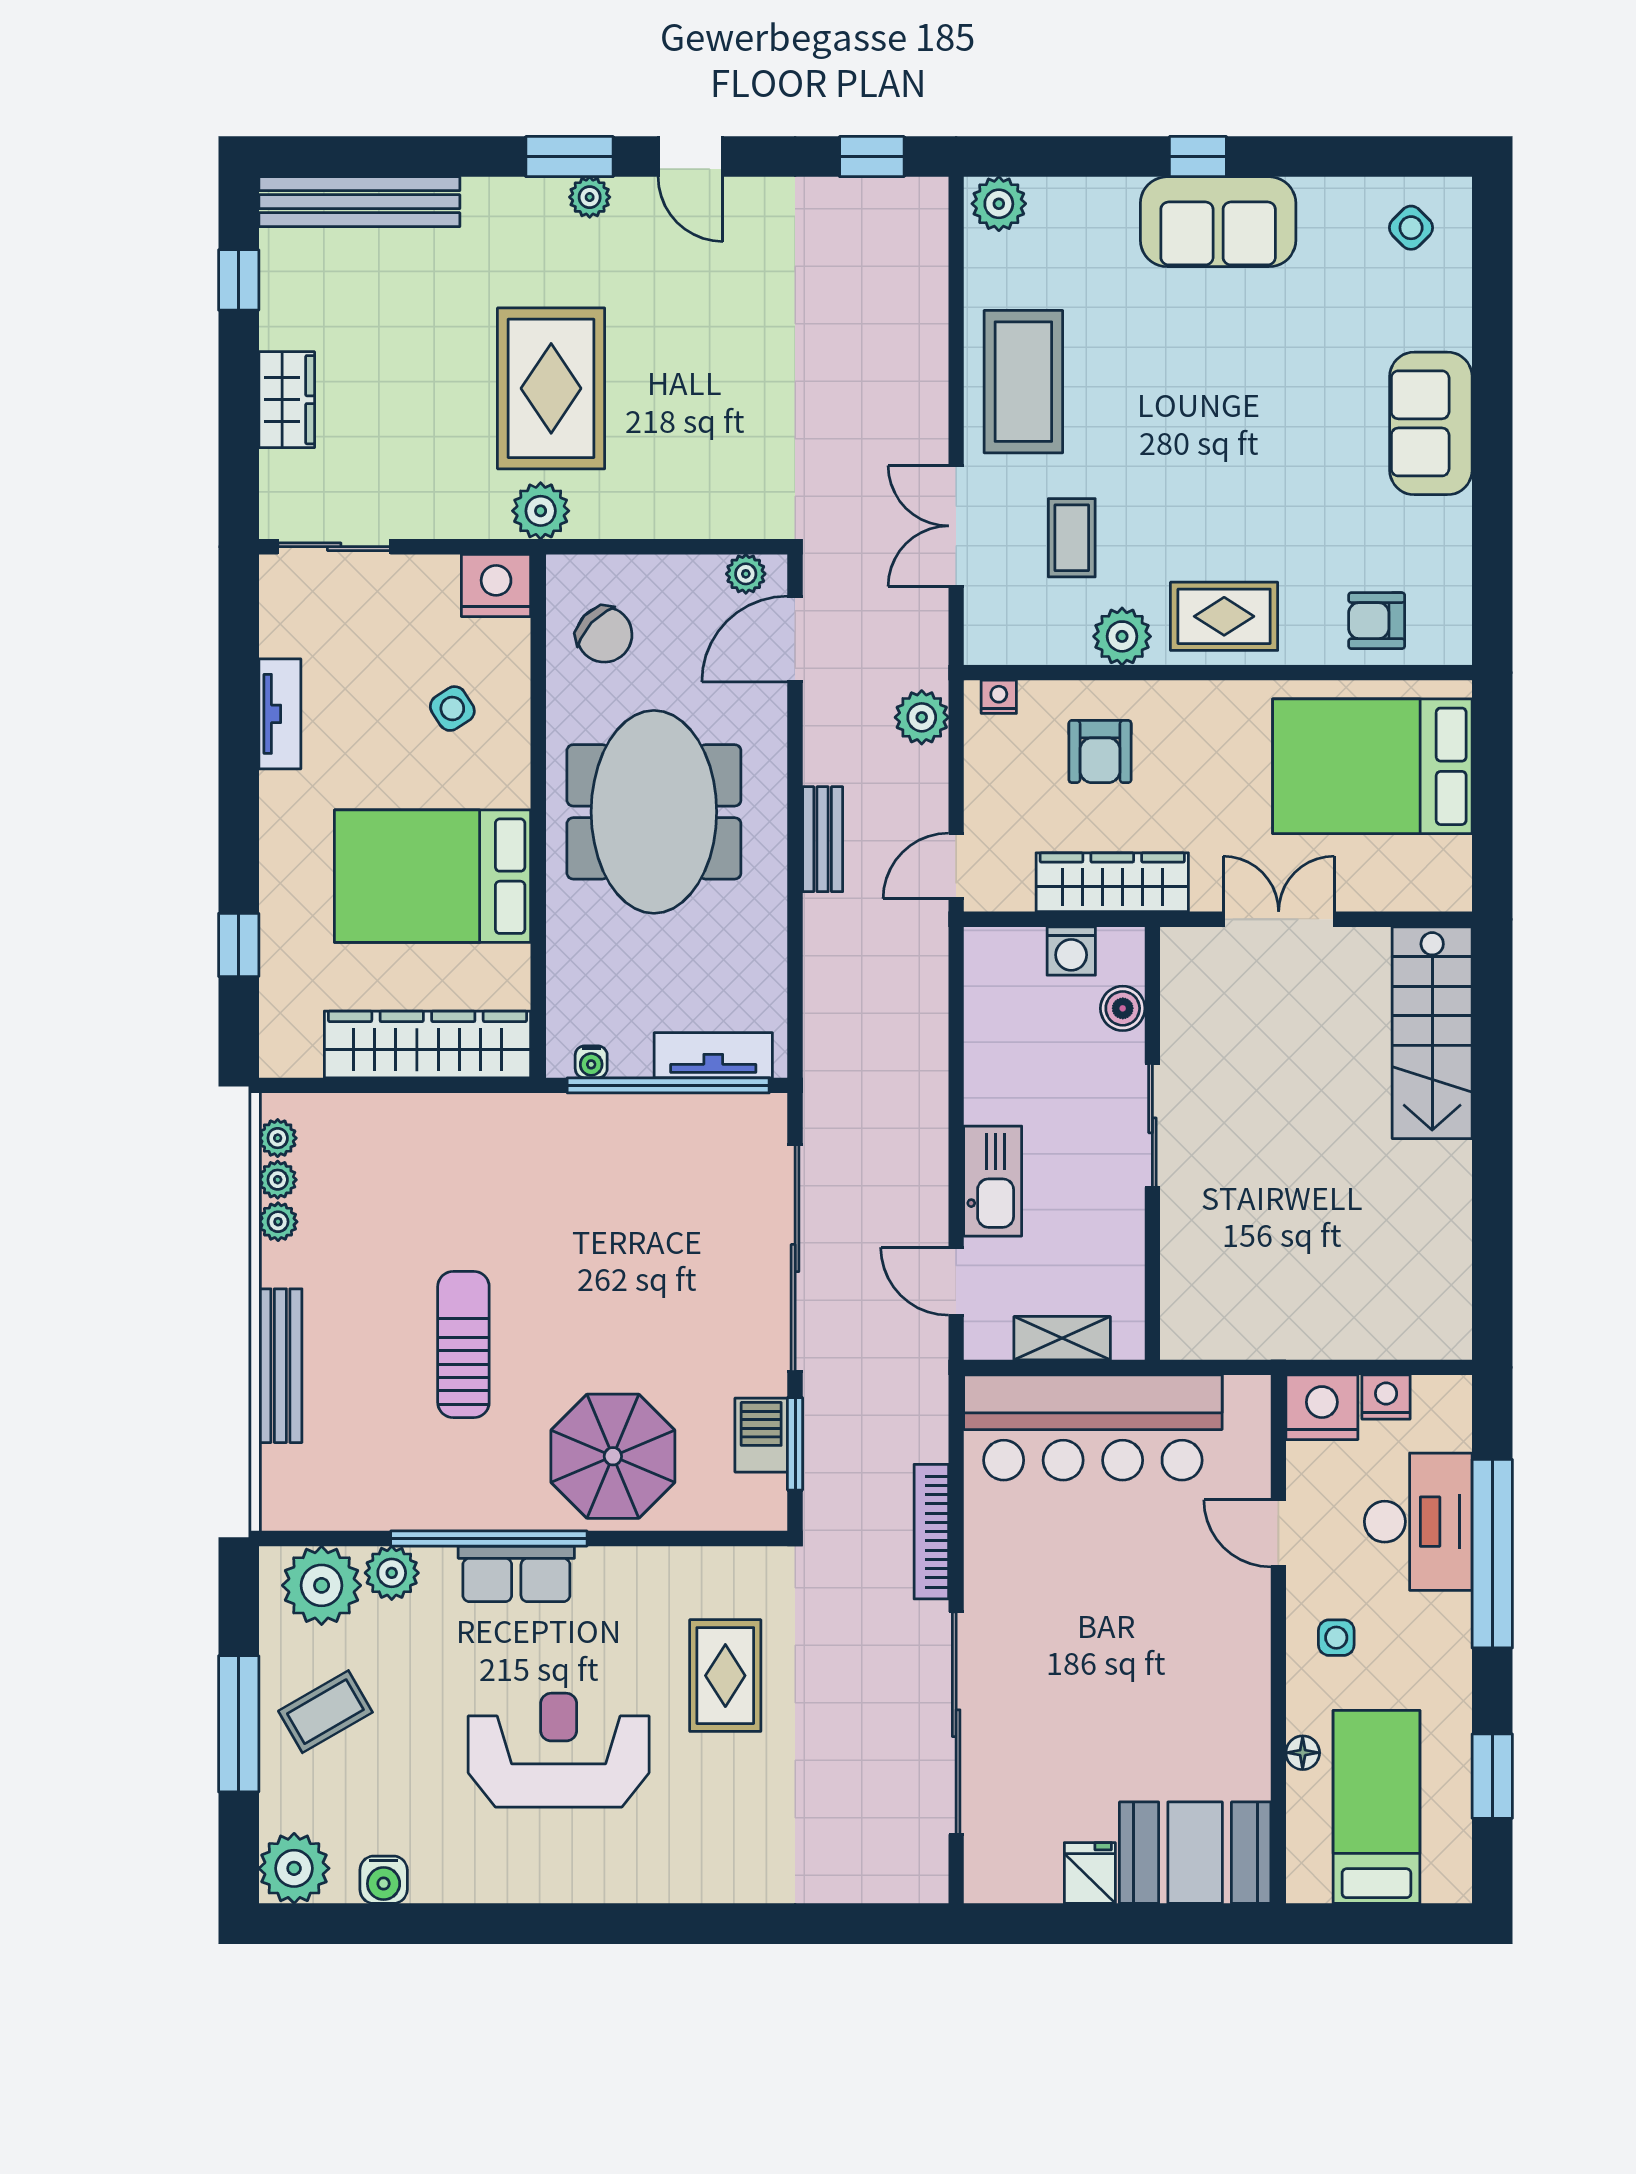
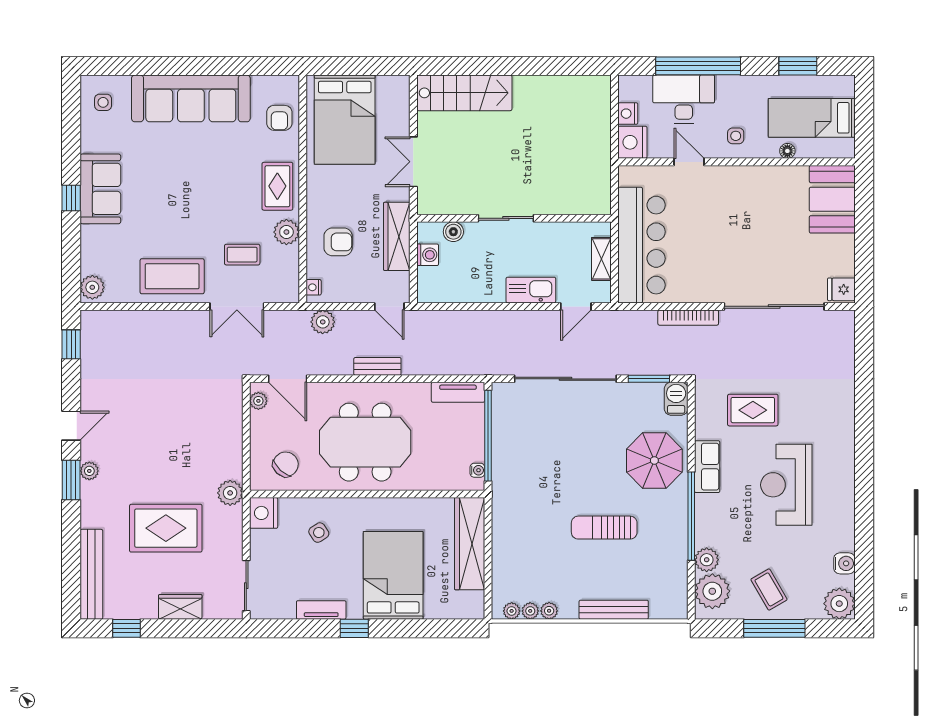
side table: (1411, 228) -> (103, 102), turned 45
rug: (551, 388) -> (166, 528), moved
sofa: (1431, 423) -> (191, 98), width x1.85, depth x1.27
bed: (433, 876) -> (393, 575), moved, turned 180
window: (239, 945) -> (354, 628), moved
tv unit: (713, 1055) -> (458, 392), moved, turned -90
barbecue: (761, 1435) -> (676, 399), moved, turned 90
door: (1278, 1533) -> (689, 162), swing flipped
row of seats: (516, 1574) -> (707, 467), moved
fridge: (1090, 1873) -> (841, 289), moved

